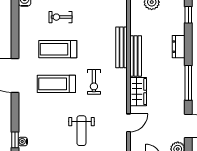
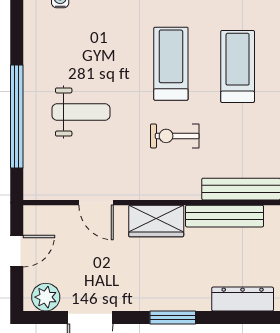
dresser: (179, 47) -> (243, 299), width x1.44
window: (188, 83) -> (173, 318), width x0.69
weight bench: (81, 131) -> (81, 112), turned 180

